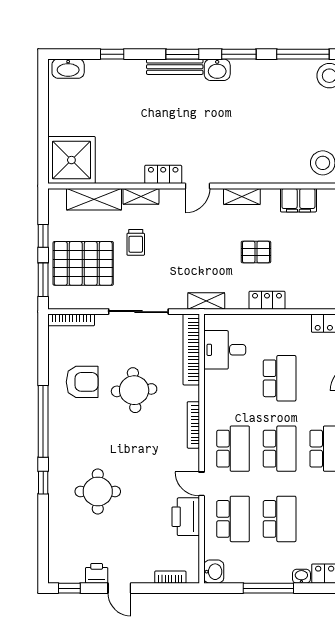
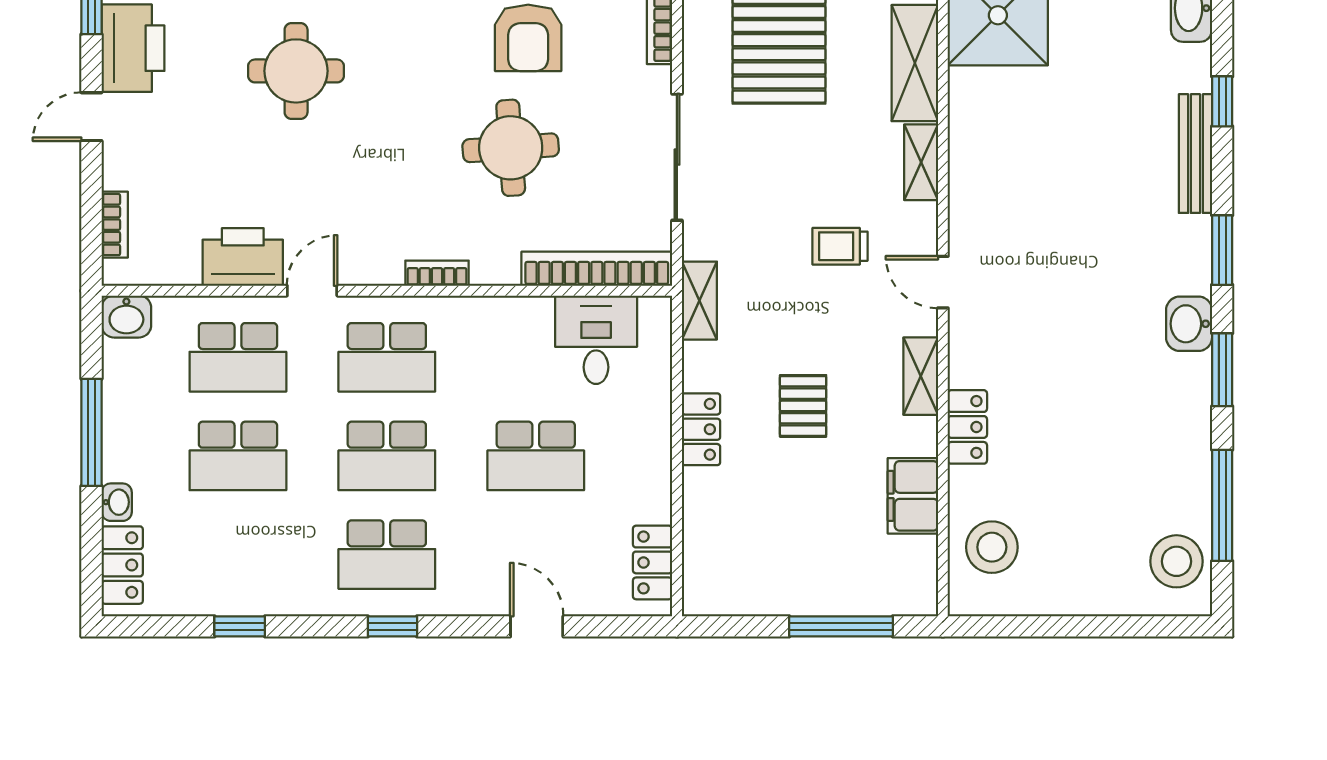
bench: (175, 67) -> (1195, 154), moved
locker: (163, 174) -> (967, 427), moved
trolley: (136, 242) -> (840, 246), moved
bookcase: (193, 425) -> (437, 273), width x0.64
printer: (97, 573) -> (133, 48), width x1.87, depth x1.48

